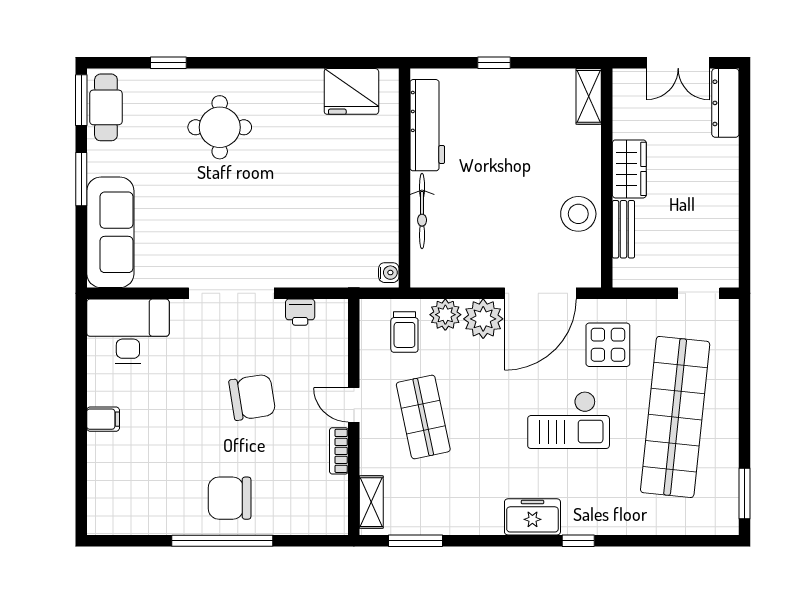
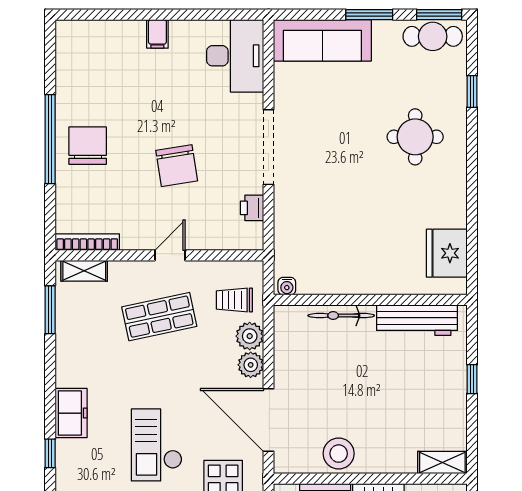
plant: (483, 319) -> (251, 365), width x0.73, depth x0.73
bookcase: (339, 451) -> (87, 242), moved, width x1.56

